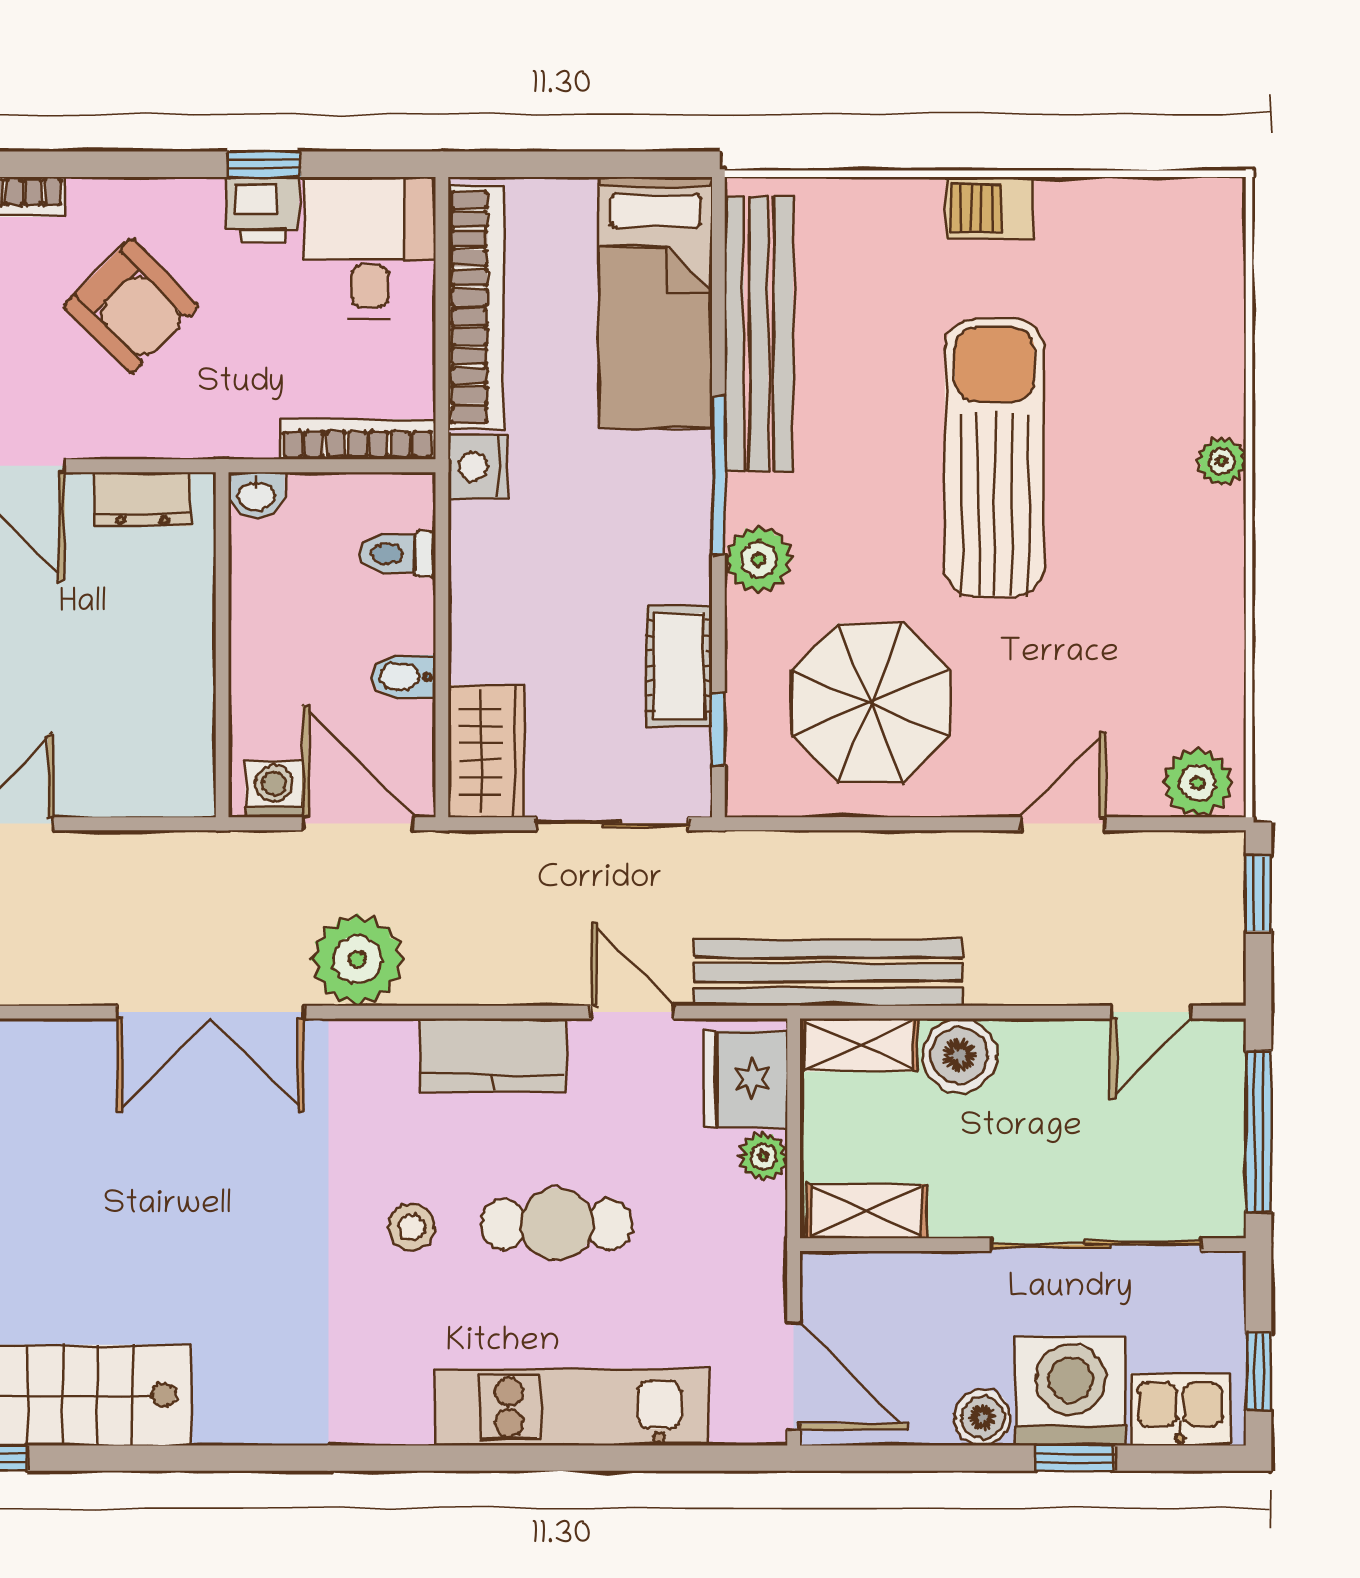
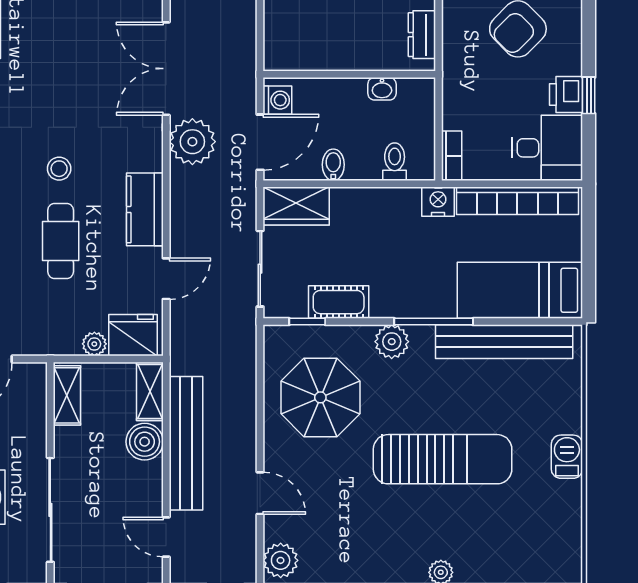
bookcase: (357, 439) -> (452, 156), width x0.64
washbasin: (257, 495) -> (382, 89), moved, turned -90
bench: (828, 973) -> (186, 443), moved

